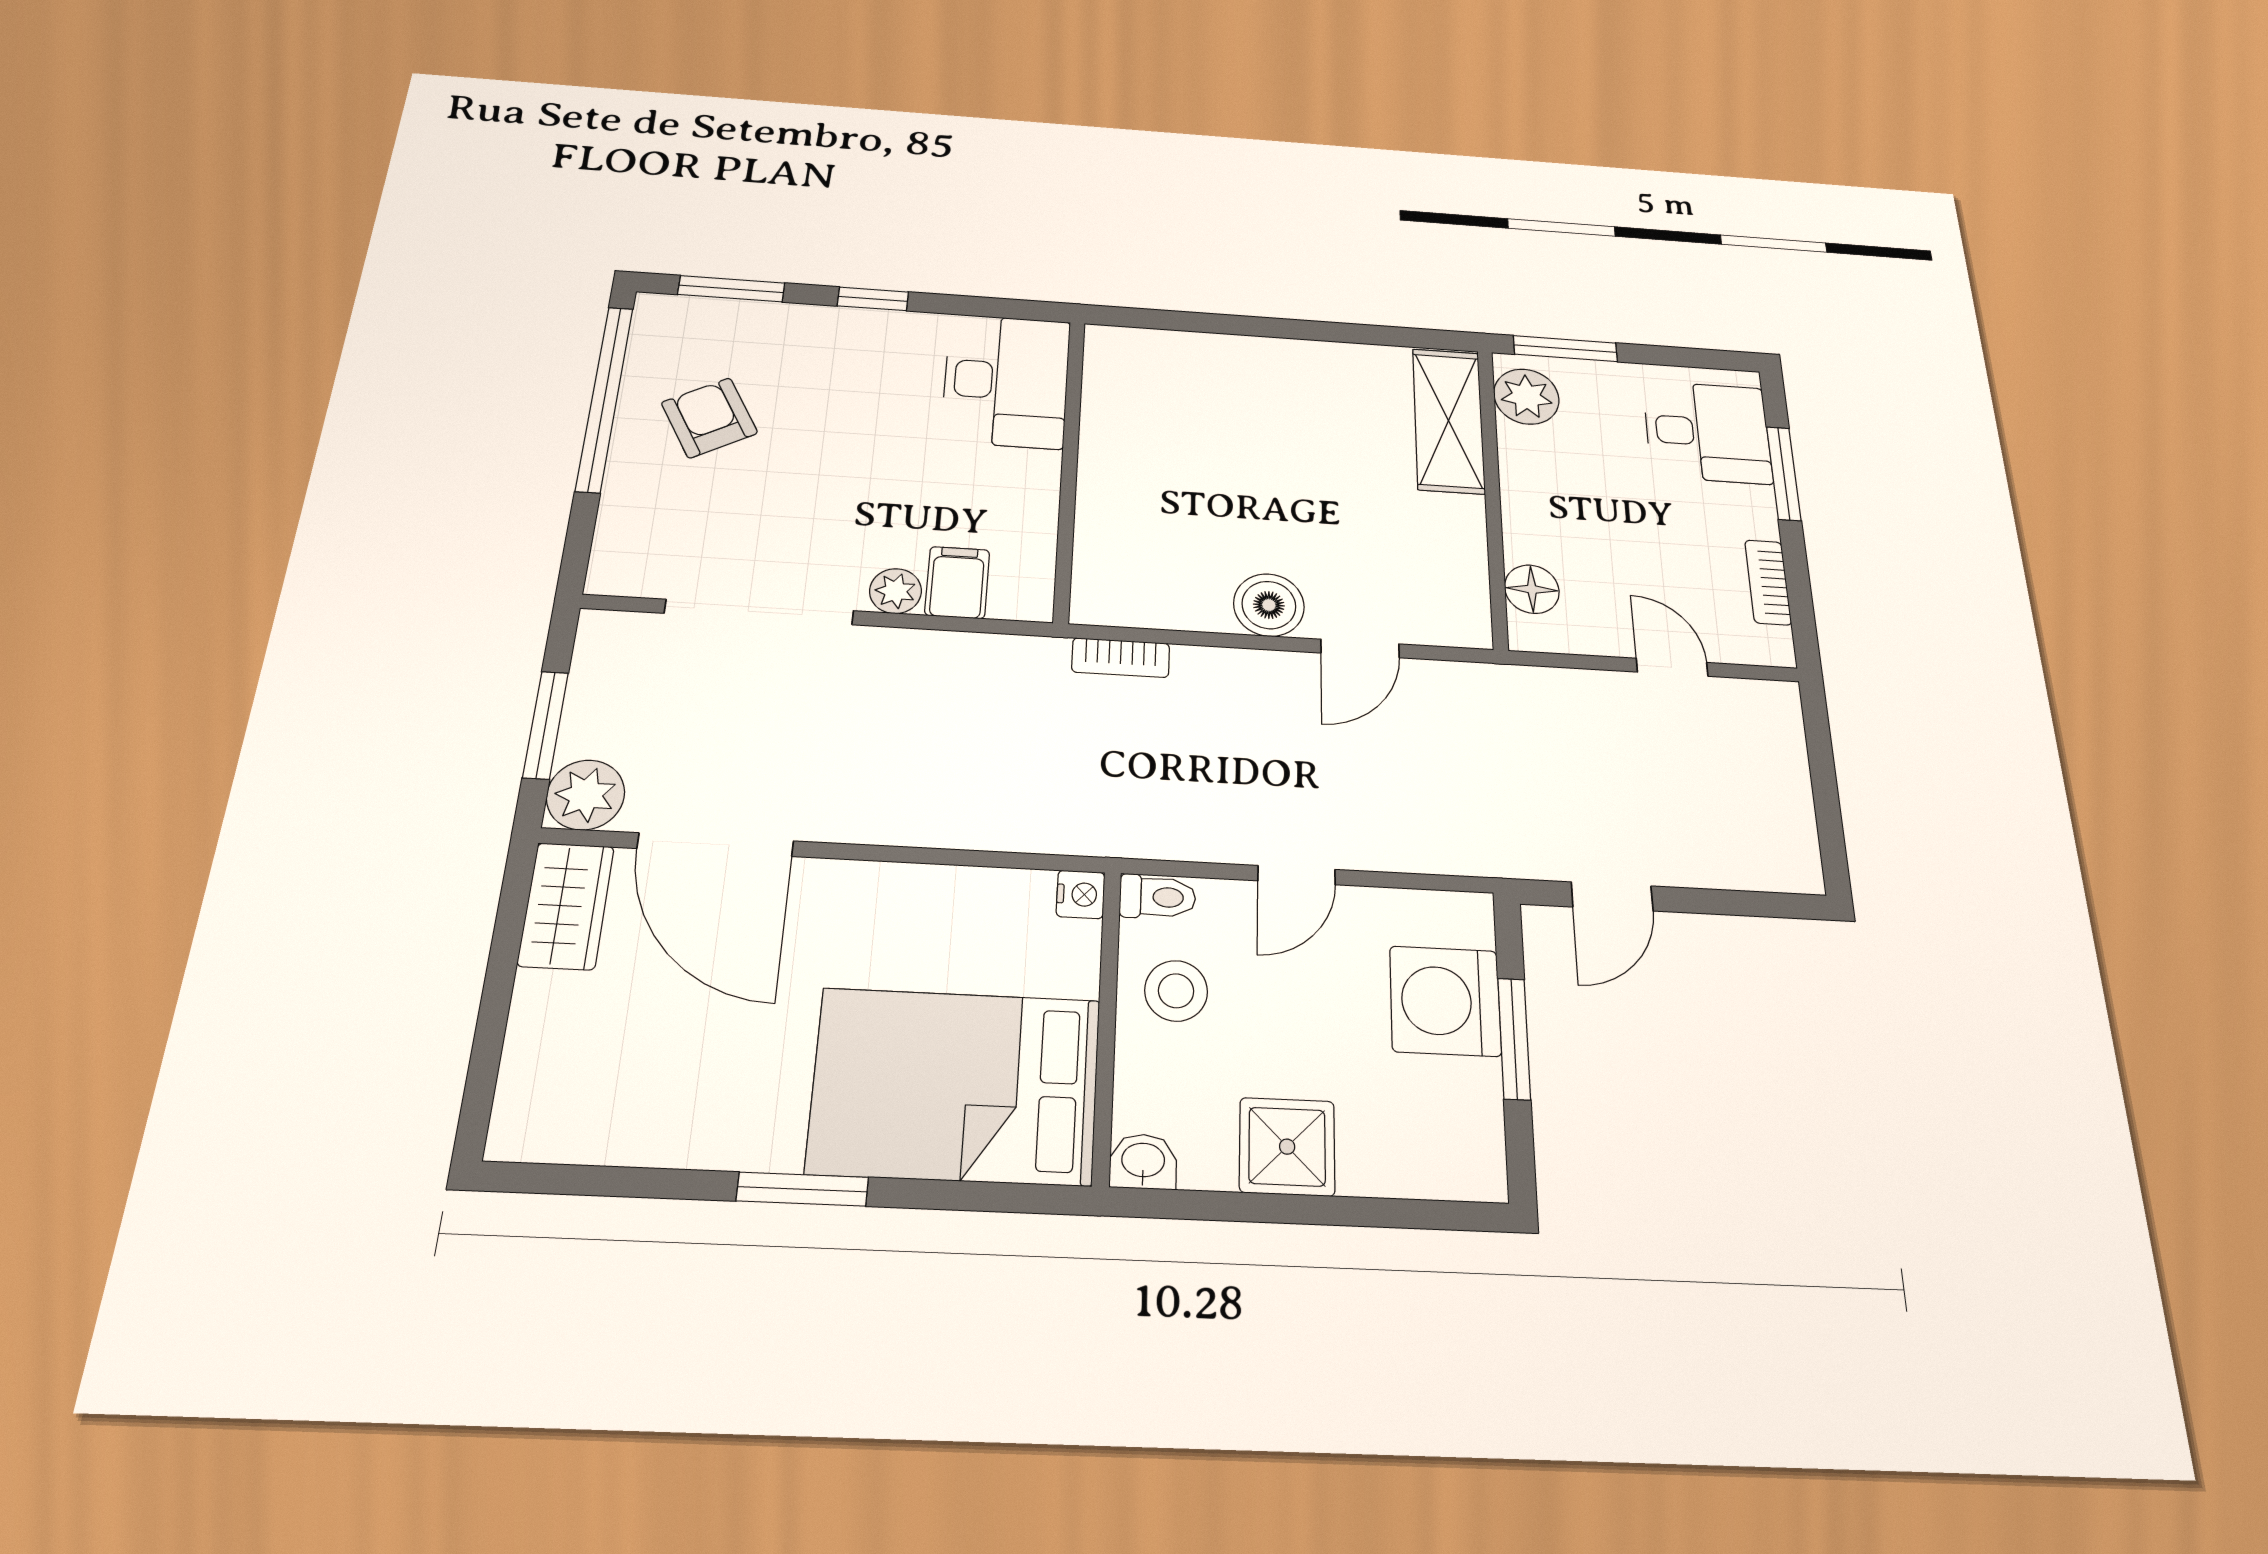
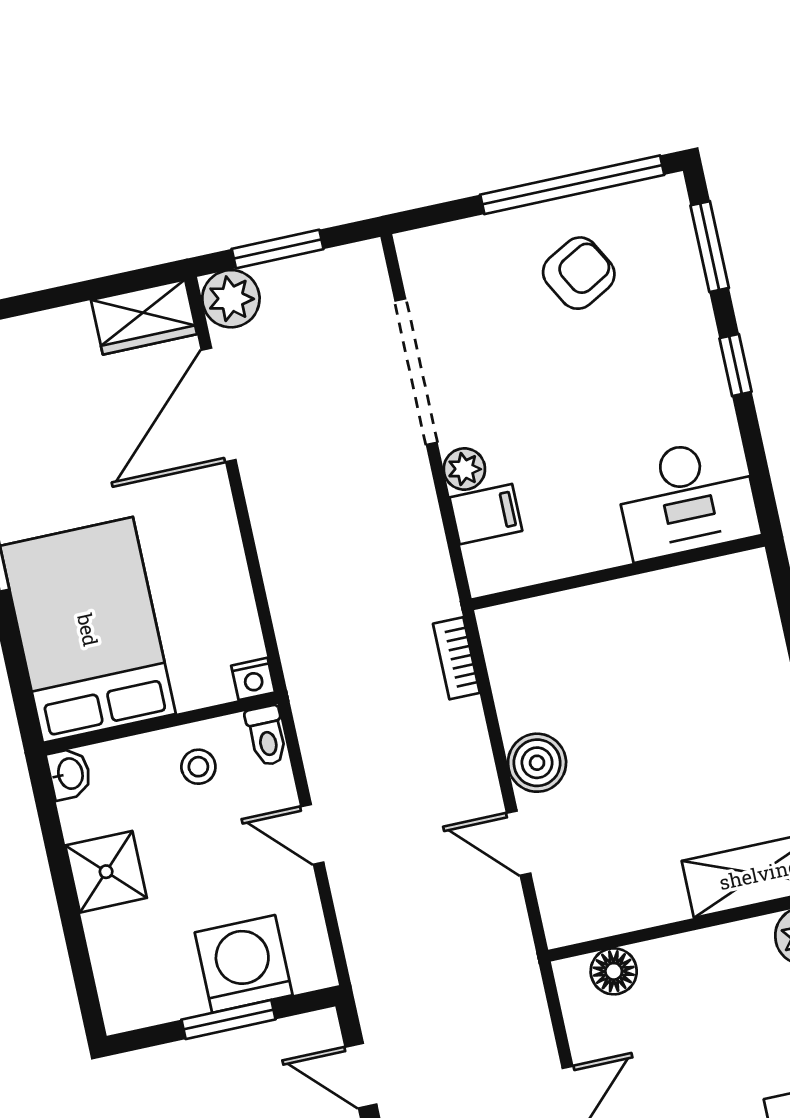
stool: (1176, 991) -> (198, 767), width x0.73, depth x0.73

